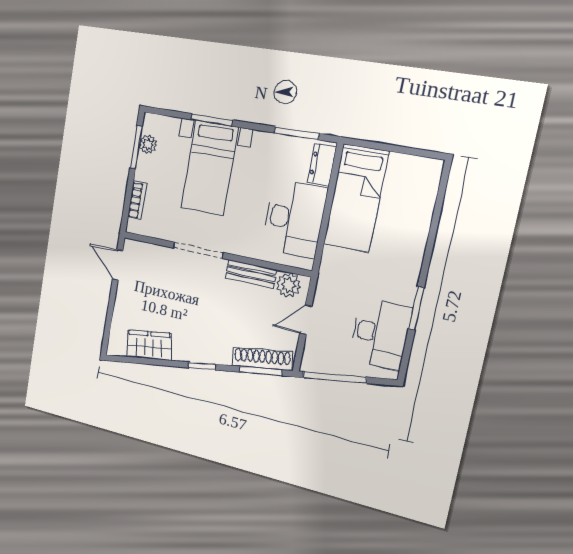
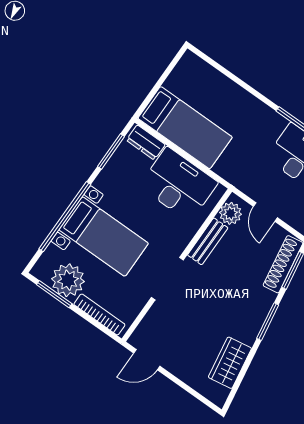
window: (212, 120) -> (65, 217), width x2.11
plant: (148, 144) -> (68, 280), width x1.87, depth x1.87
bookcase: (137, 200) -> (99, 314), width x1.56
window: (202, 366) -> (268, 322), width x1.50

